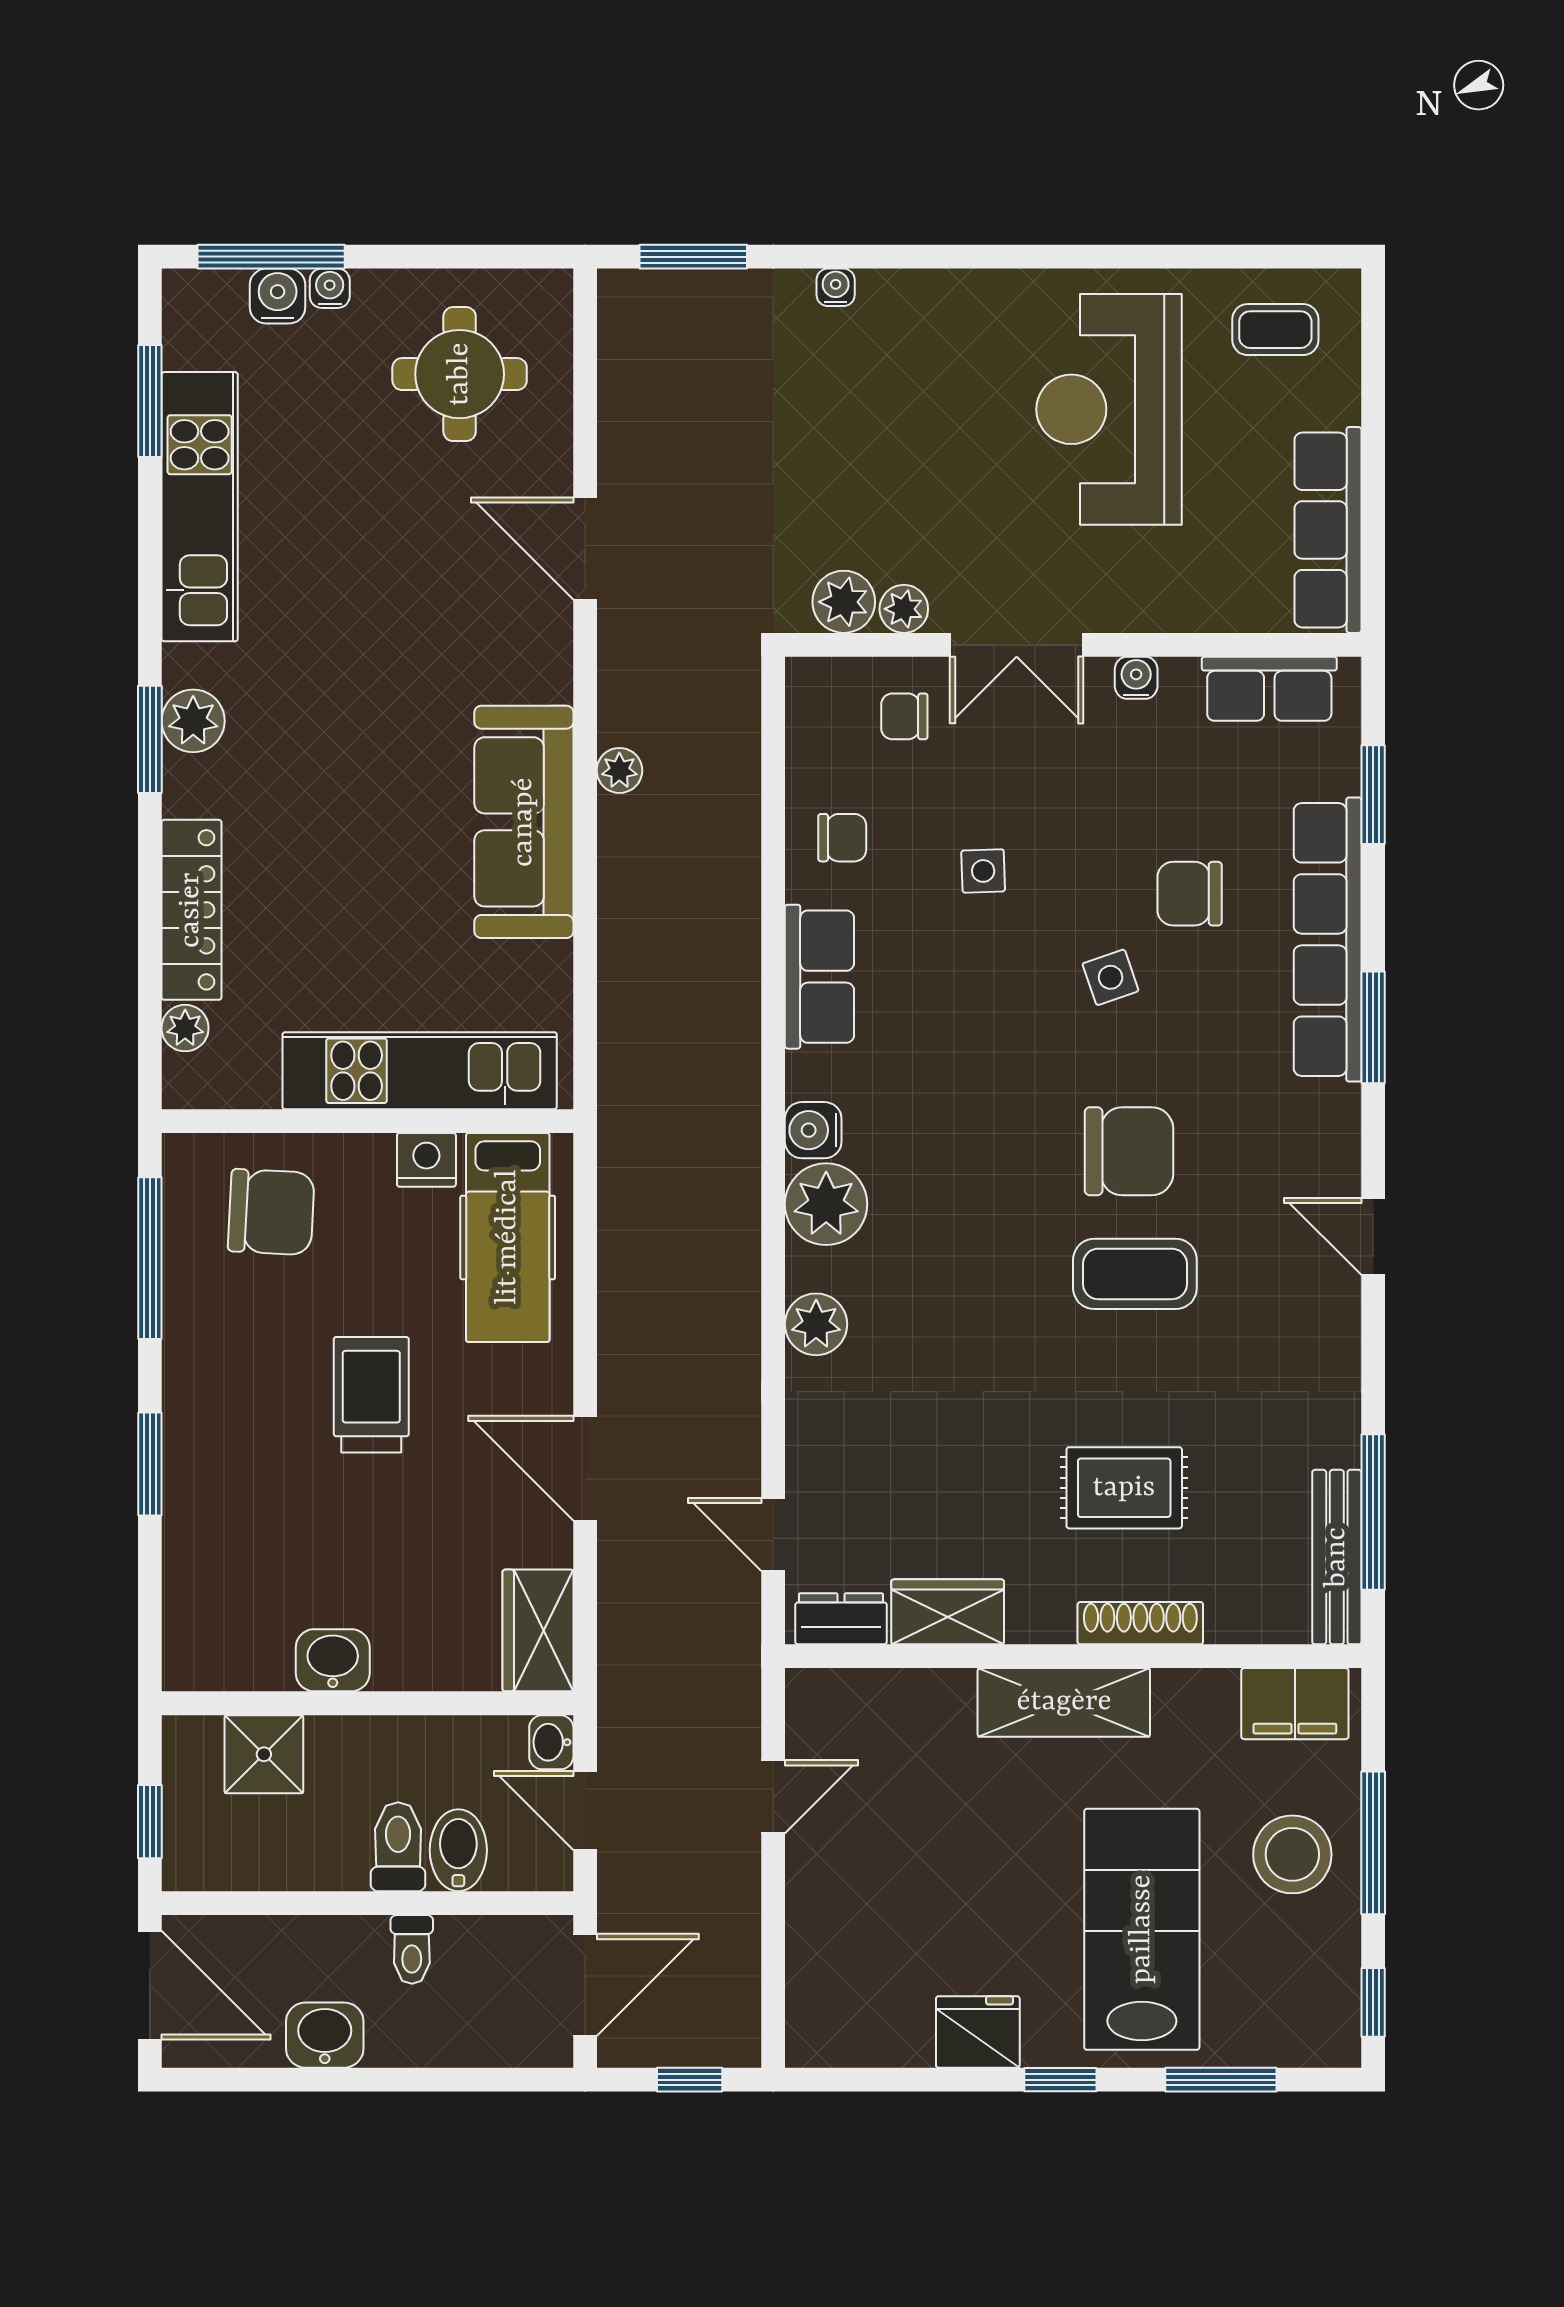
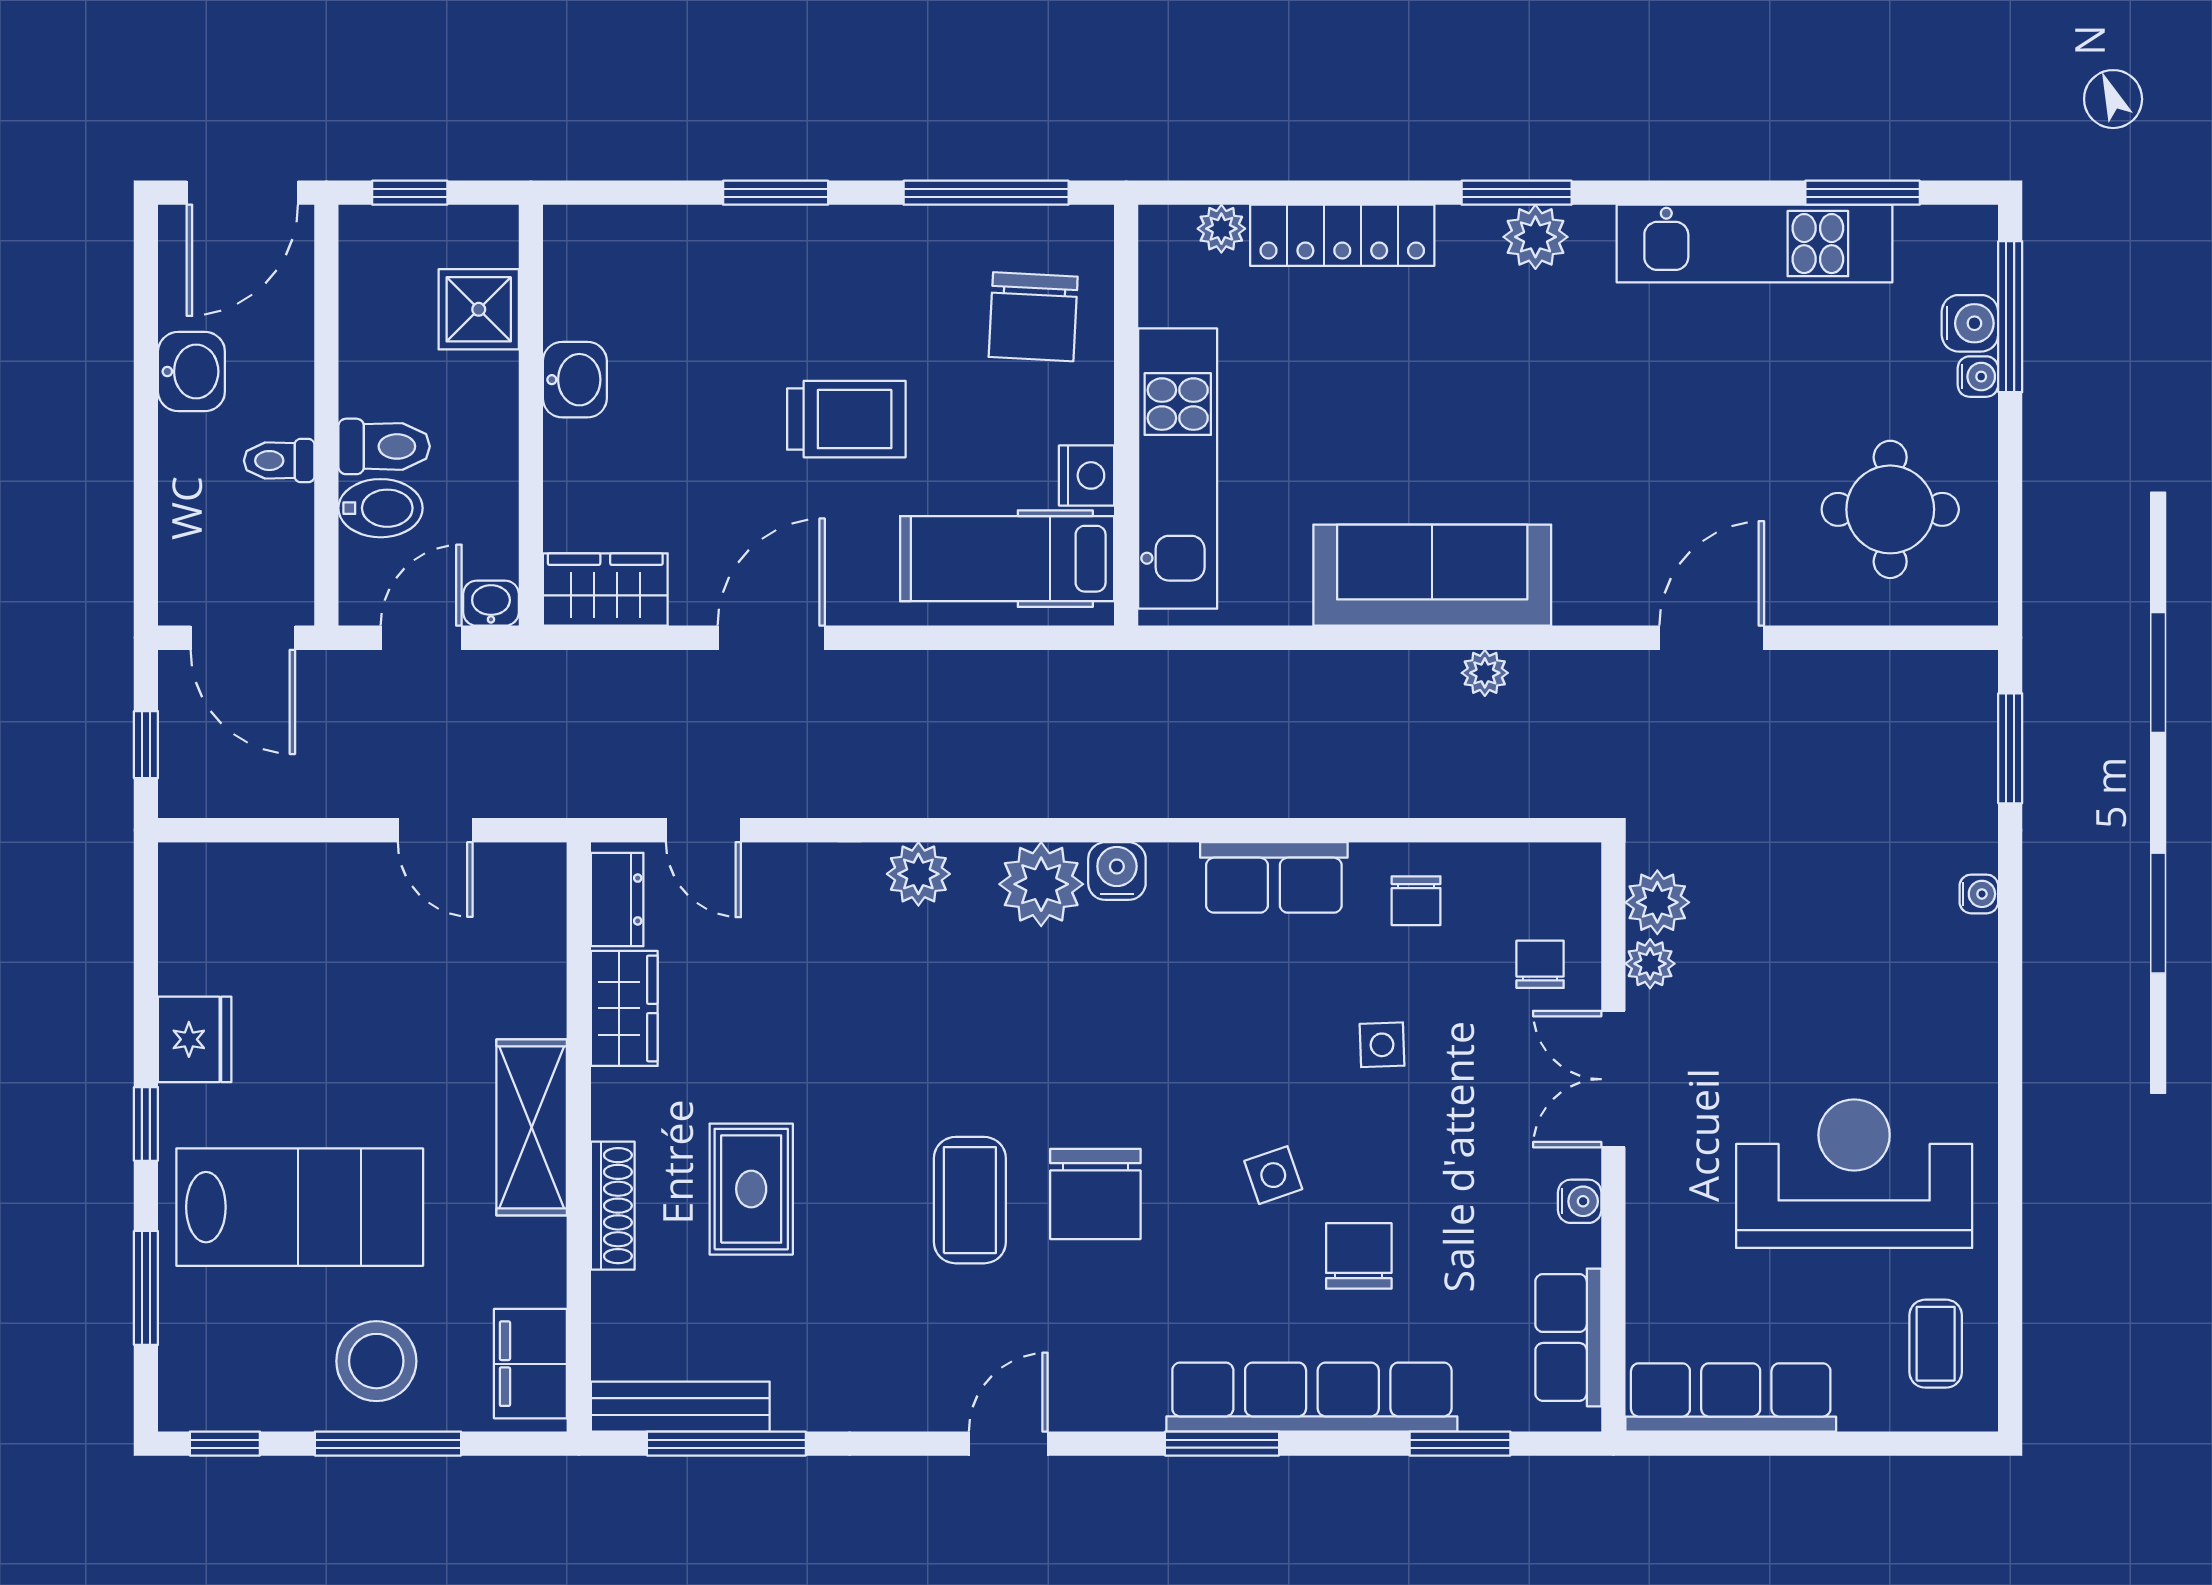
door: (773, 1534) -> (703, 830), swing flipped

